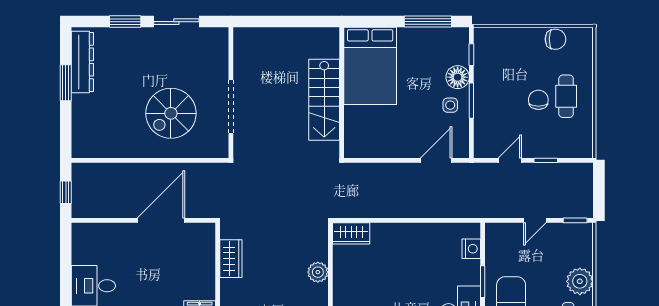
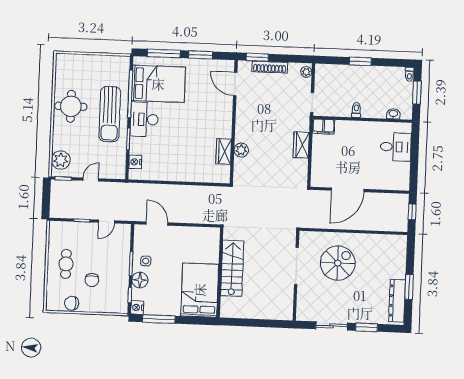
nightstand: (460, 37) -> (137, 307), added
chair: (538, 100) -> (92, 280), moved
door: (436, 160) -> (157, 224), swing flipped
wardrobe: (351, 233) -> (224, 151), moved, turned -90
wardrobe: (231, 259) -> (301, 145), moved
plant: (580, 281) -> (61, 160), moved

